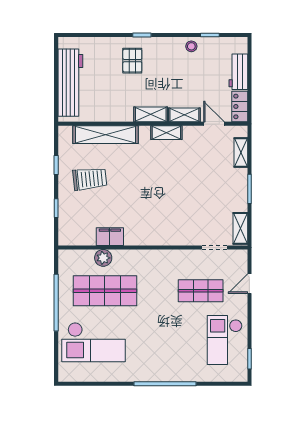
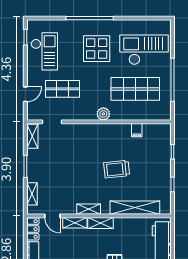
trolley: (90, 179) -> (117, 169), moved
filing cabinet: (110, 237) -> (137, 130), width x0.50
plant: (103, 258) -> (103, 114), moved
display table: (156, 344) -> (97, 49), added

